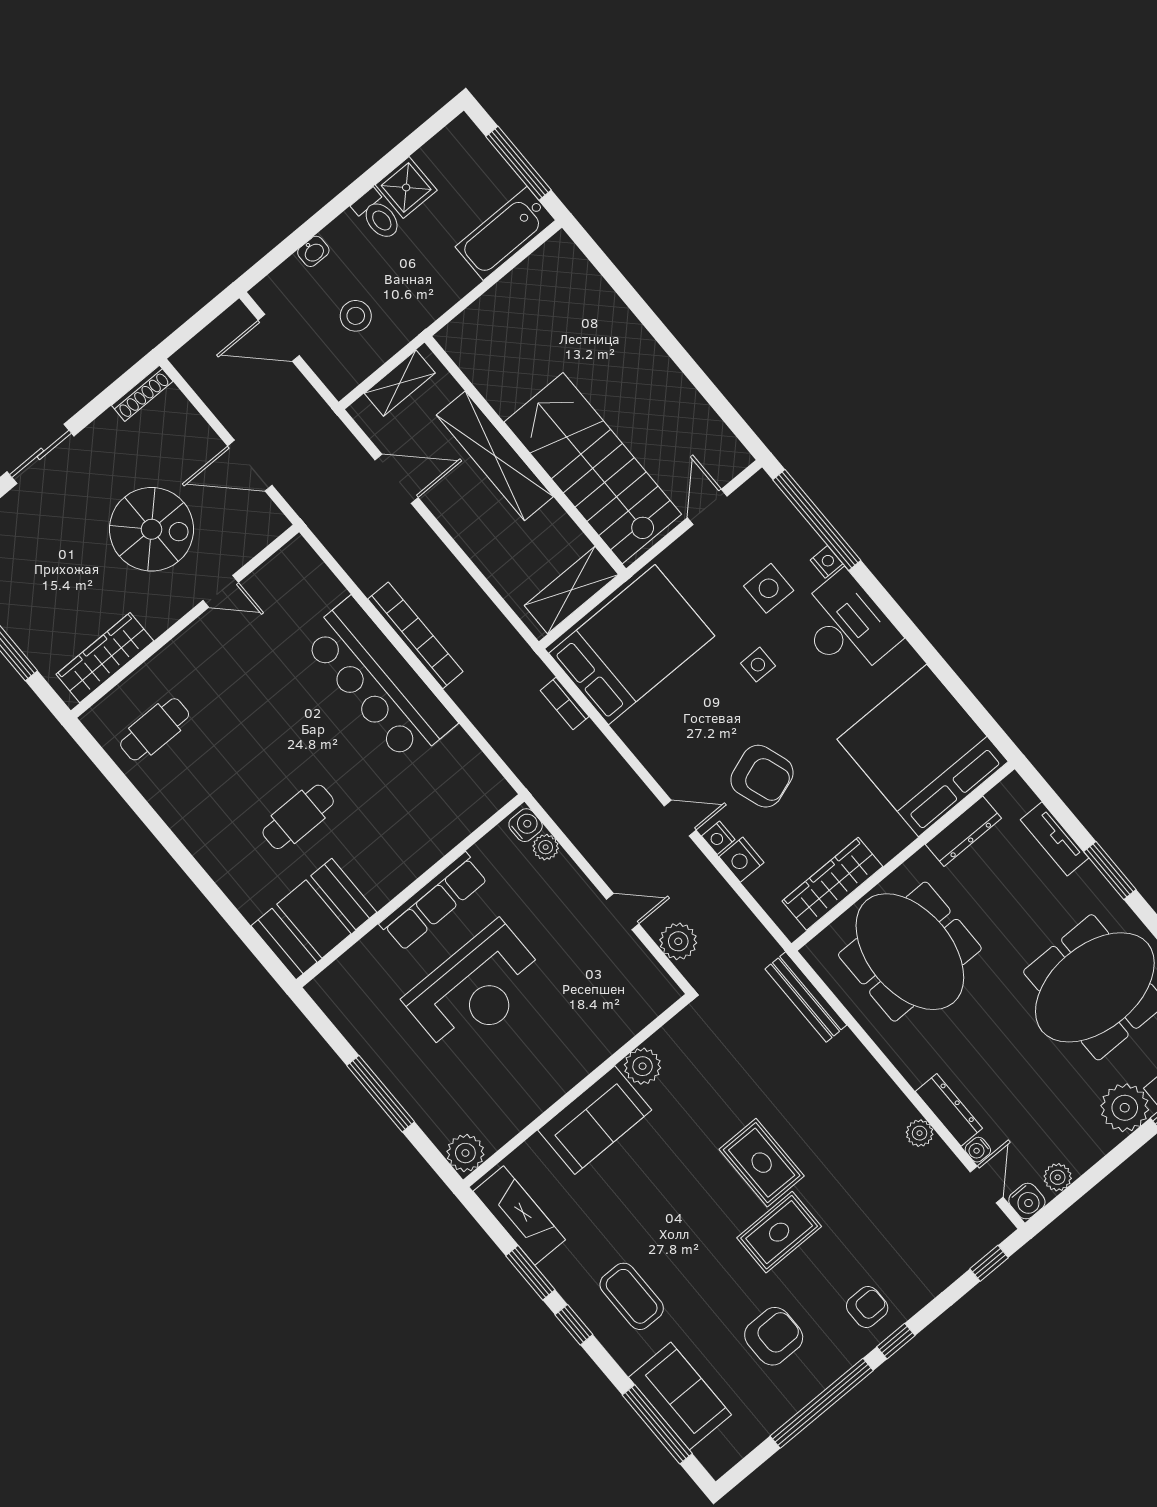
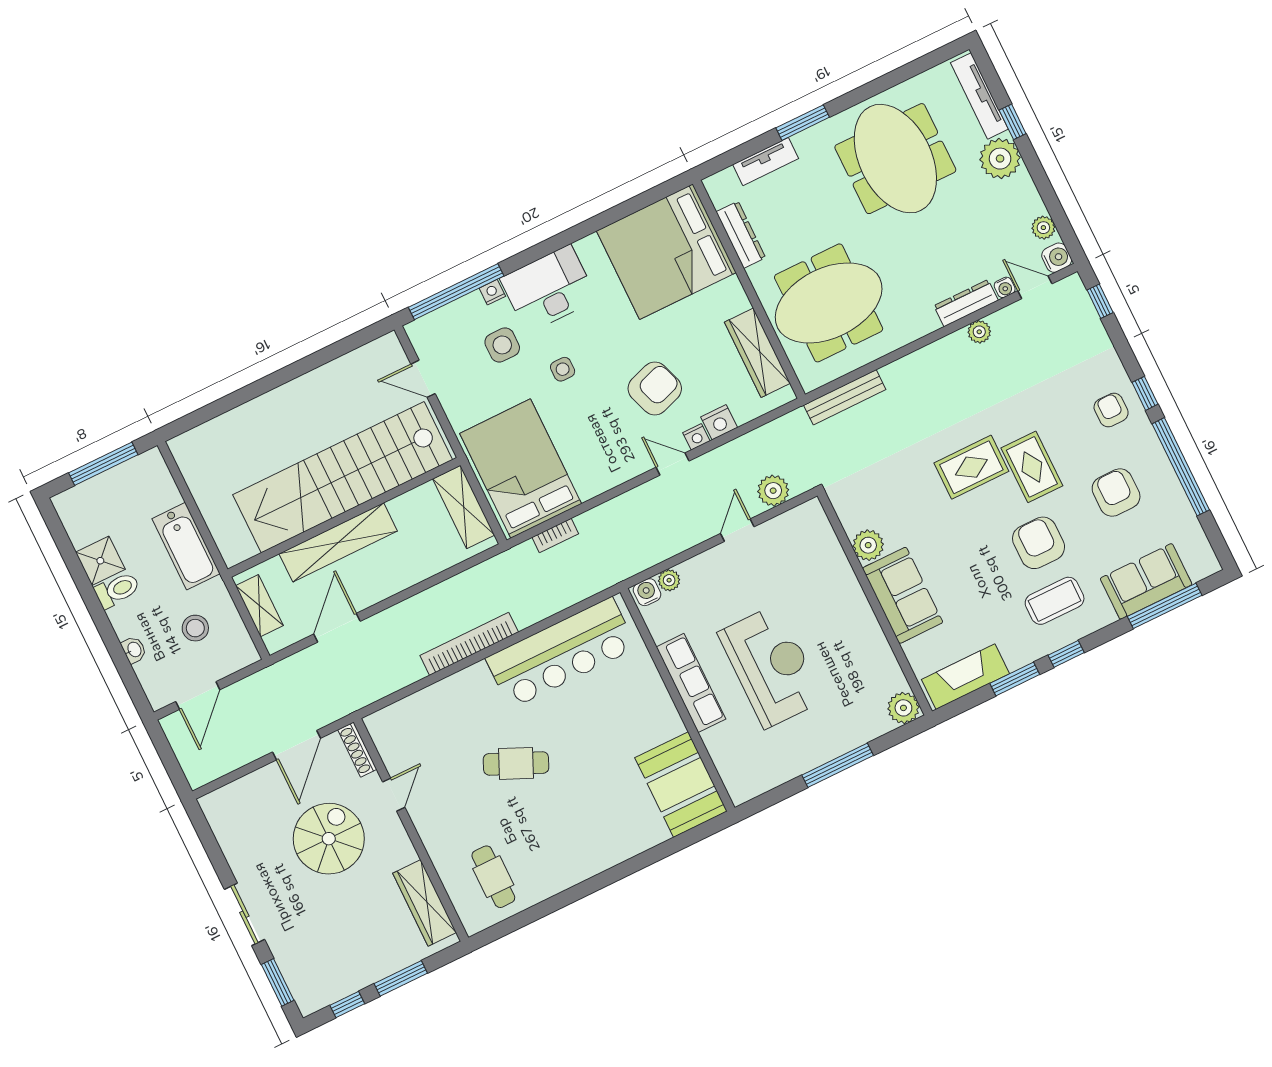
bathtub: (505, 233) -> (186, 546), moved
shoe rack: (142, 393) -> (357, 750), moved, turned 180
stairs: (593, 468) -> (343, 477), width x1.36
bar counter: (379, 681) -> (561, 653), moved
cafe table: (298, 817) -> (516, 763), moved, turned -66
door: (680, 818) -> (673, 464), hinge flipped
armchair: (694, 1261) -> (1039, 543), added

